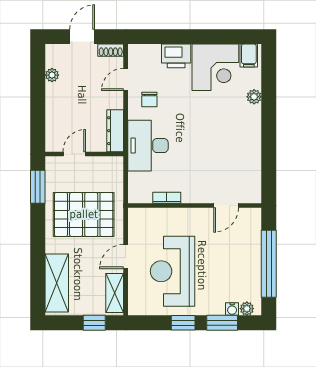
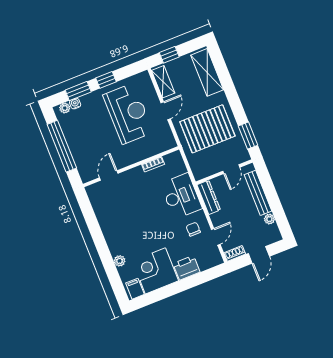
bench: (53, 112) -> (258, 193), added

